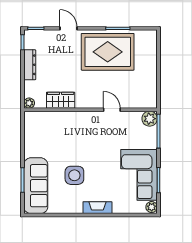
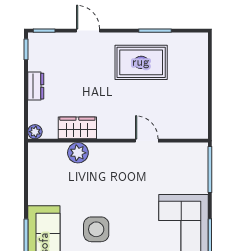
rug: (108, 52) -> (141, 62), width x0.73, depth x0.69
dresser: (30, 65) -> (36, 86), width x0.70
plant: (150, 119) -> (78, 153), moved

